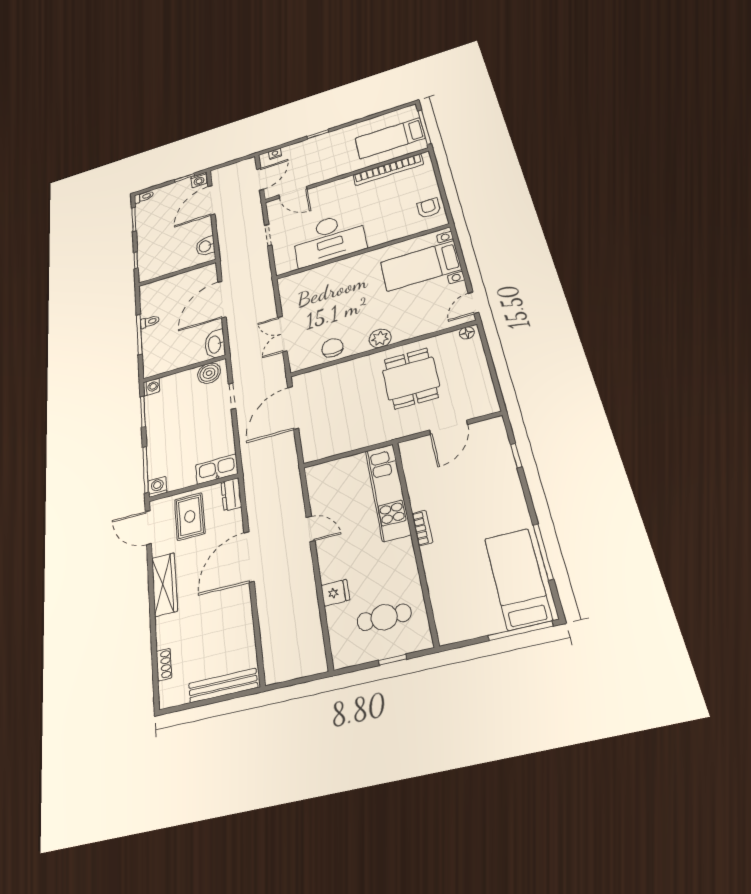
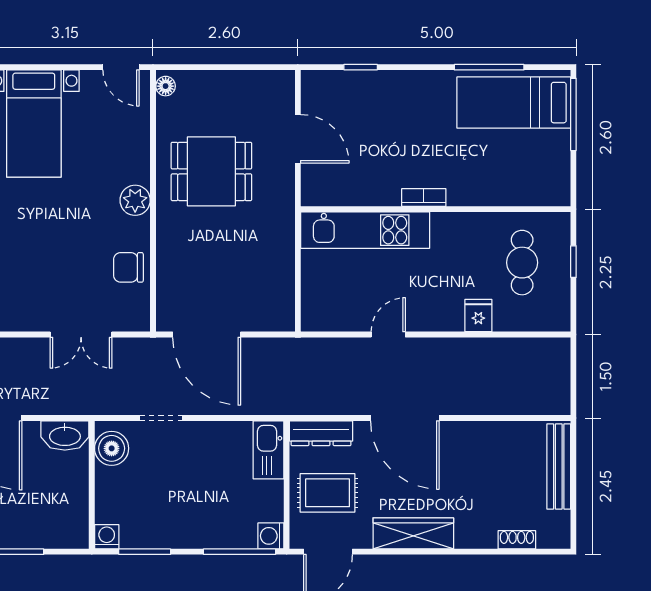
dresser: (231, 494) -> (321, 433), width x1.44

